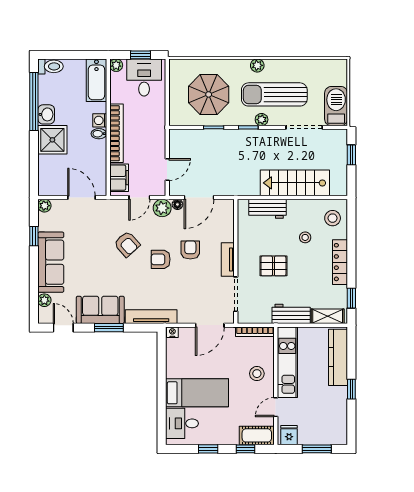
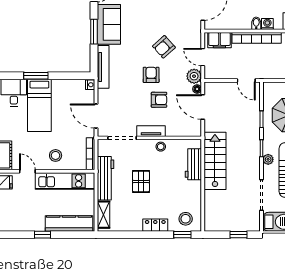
door: (167, 170) -> (246, 80), moved
stairs: (295, 183) -> (215, 161), moved
stool: (305, 237) -> (161, 147), moved
locker: (340, 262) -> (155, 225), width x0.66
pallet: (273, 266) -> (141, 181), moved
window: (351, 298) -> (182, 235), moved
workbench: (291, 314) -> (105, 178), width x1.38
window: (162, 397) -> (36, 76), added

